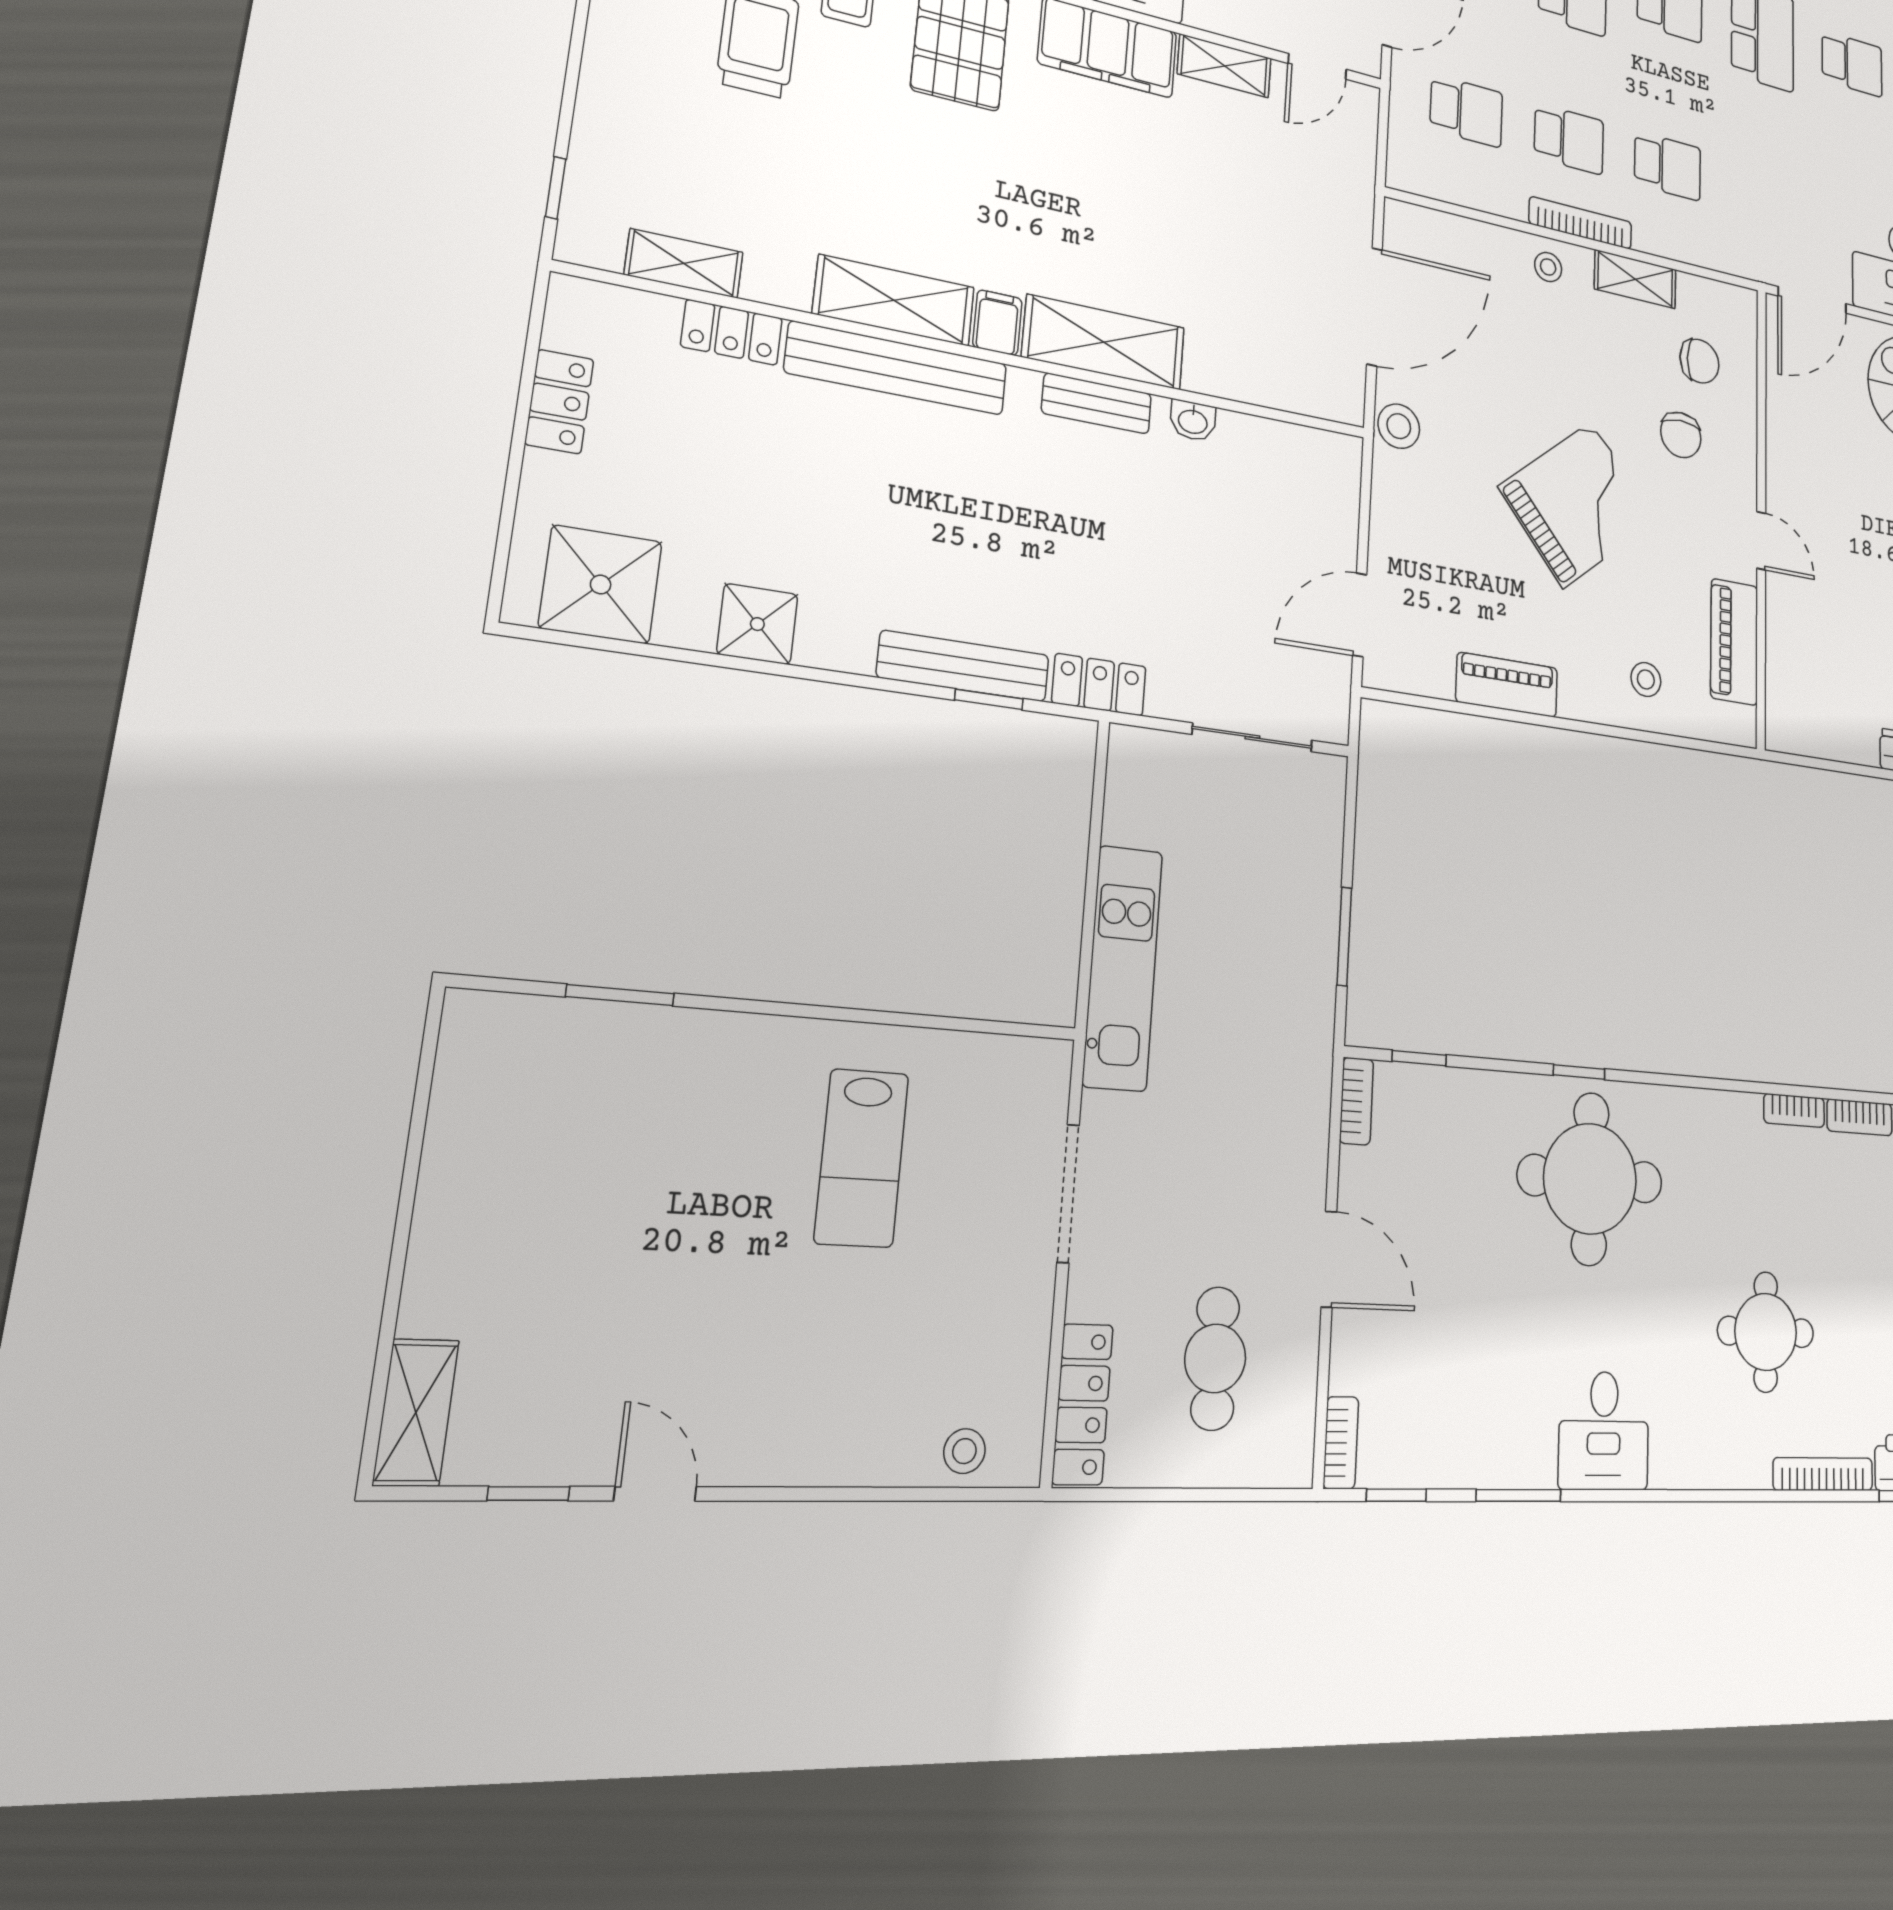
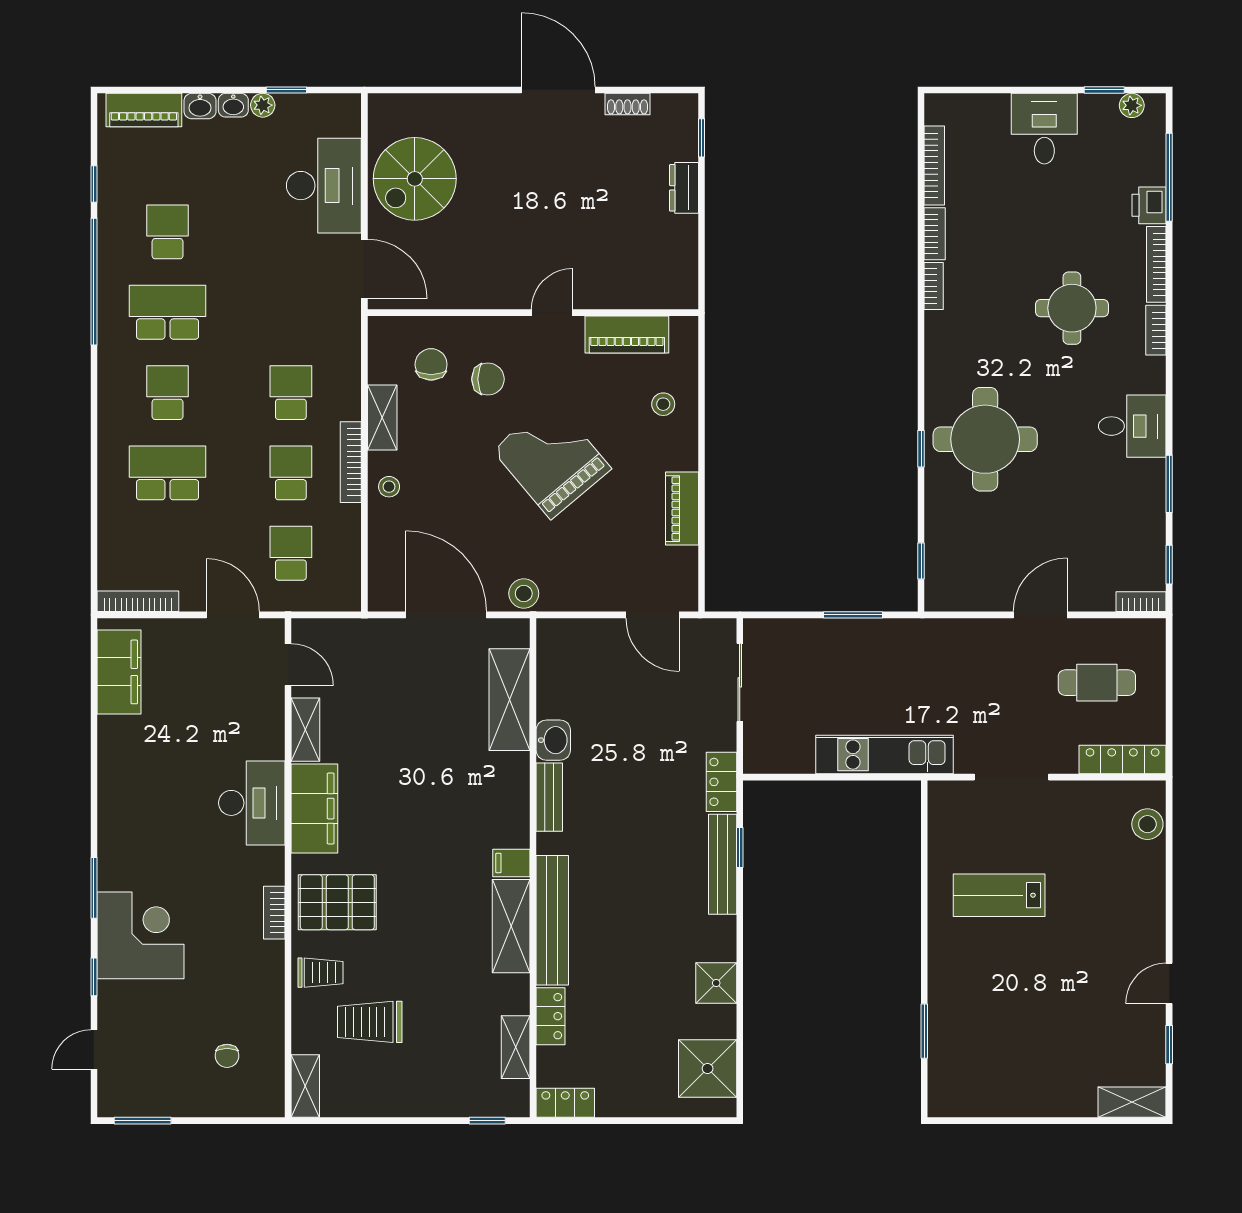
shelving: (1104, 342) -> (509, 700), moved
locker: (559, 402) -> (565, 1103), moved
washbasin: (1193, 421) -> (553, 740), width x1.38, depth x1.45
bookcase: (1357, 1101) -> (1156, 330), moved, turned -90
lab bench: (862, 1158) -> (999, 895), turned 180
stool: (964, 1451) -> (1147, 824), width x1.37, depth x1.37

